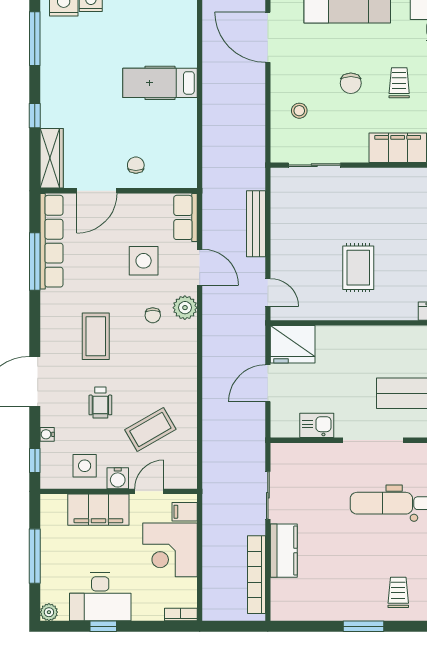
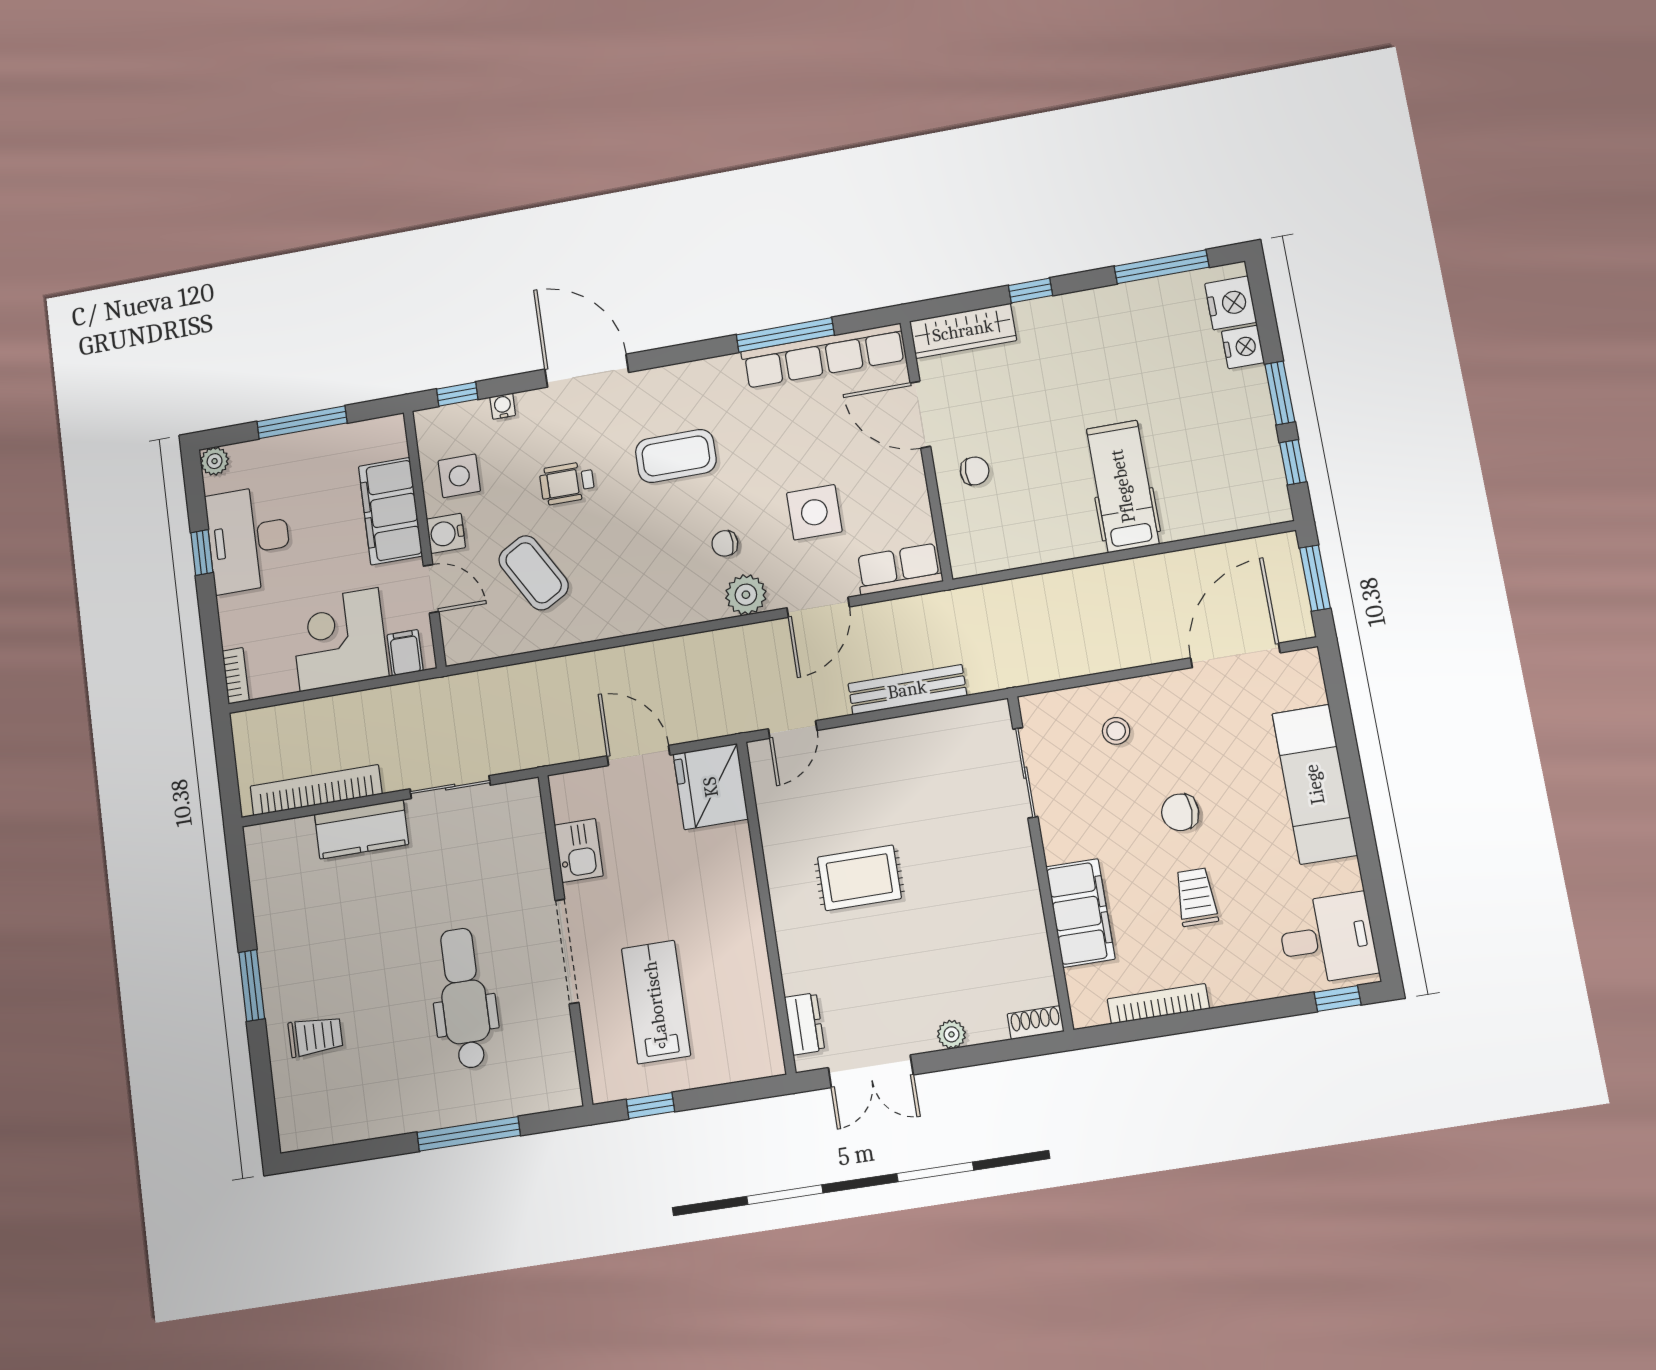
trolley: (399, 83) -> (1196, 897), turned -90

